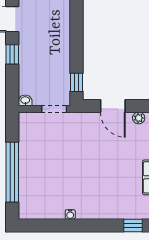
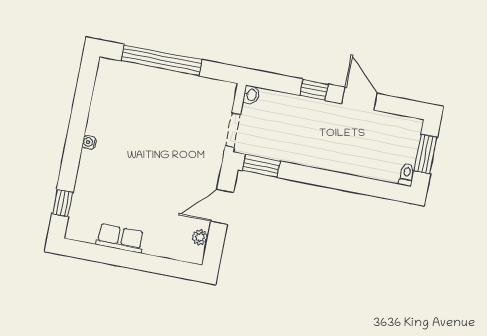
window: (77, 82) -> (261, 166), width x1.50
water cooler: (70, 214) -> (89, 142), moved

